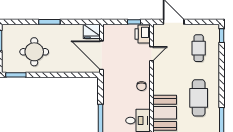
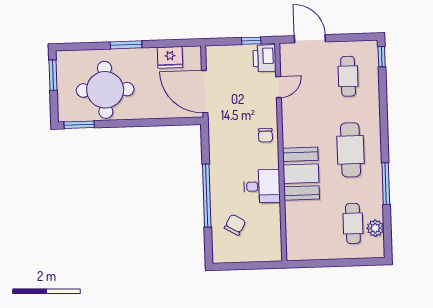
fridge: (92, 31) -> (170, 57), moved
round table: (34, 52) -> (105, 90), width x1.36, depth x1.36

